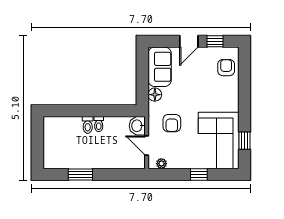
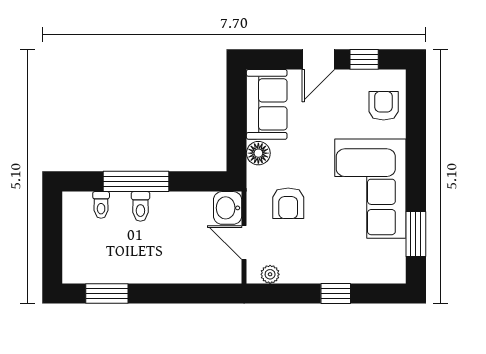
window: (85, 111) -> (136, 181), added
toilet: (99, 124) -> (101, 205), moved
corner sofa: (219, 141) -> (370, 189), moved
window: (245, 141) -> (416, 234), width x1.50
window: (80, 175) -> (107, 294), moved

